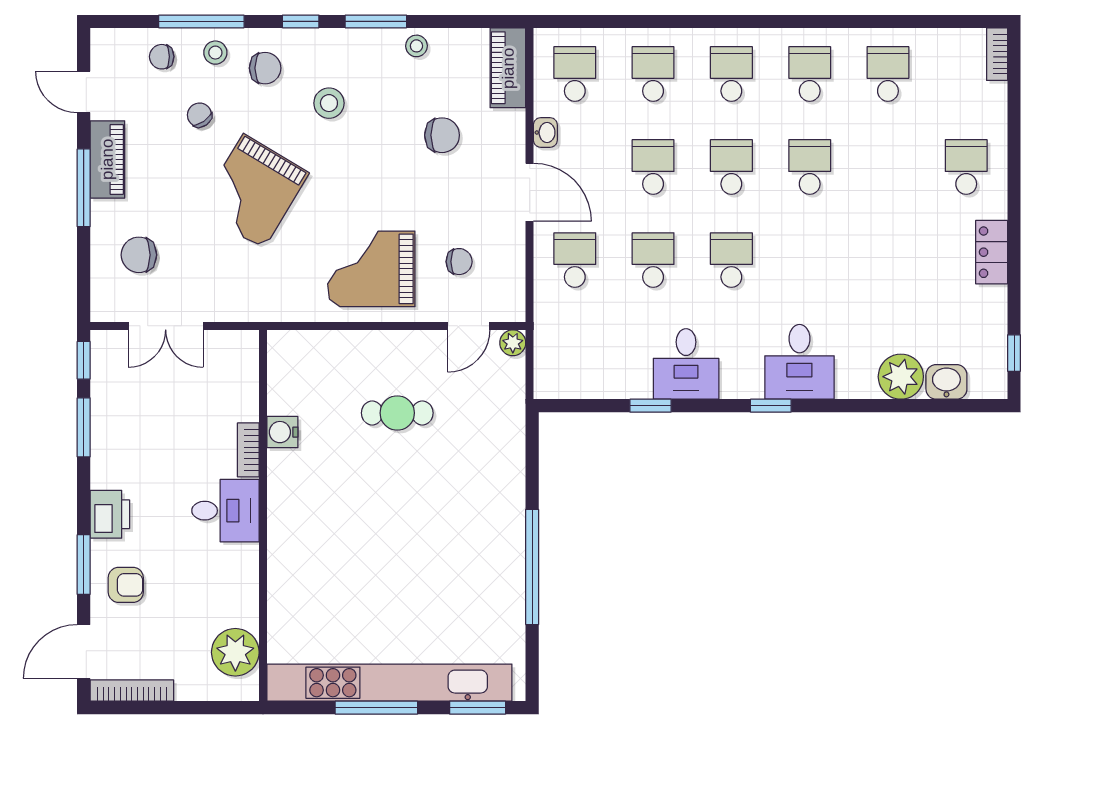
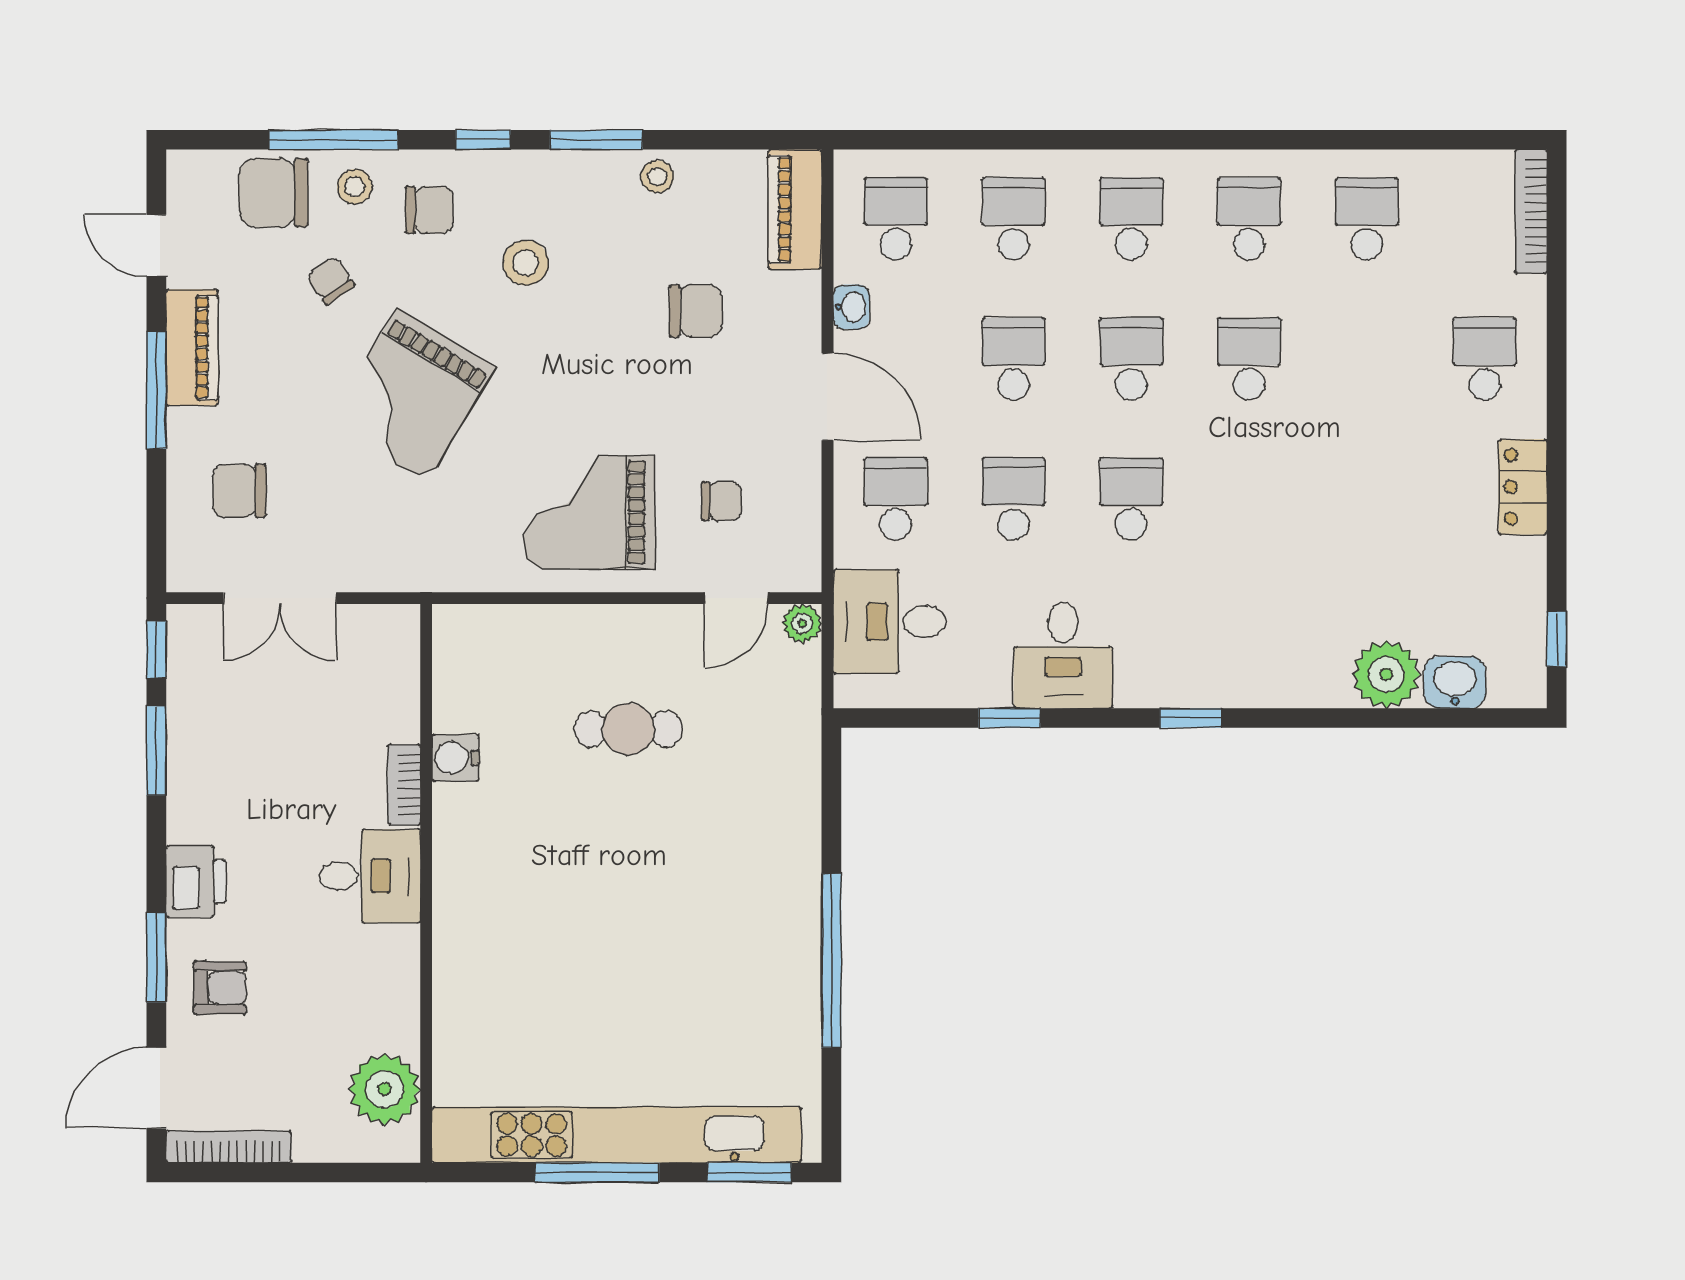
bookcase: (997, 54) -> (1531, 211), width x1.56
chair: (162, 57) -> (274, 193), width x1.87, depth x1.87
desk: (799, 362) -> (890, 622), moved, turned 90

